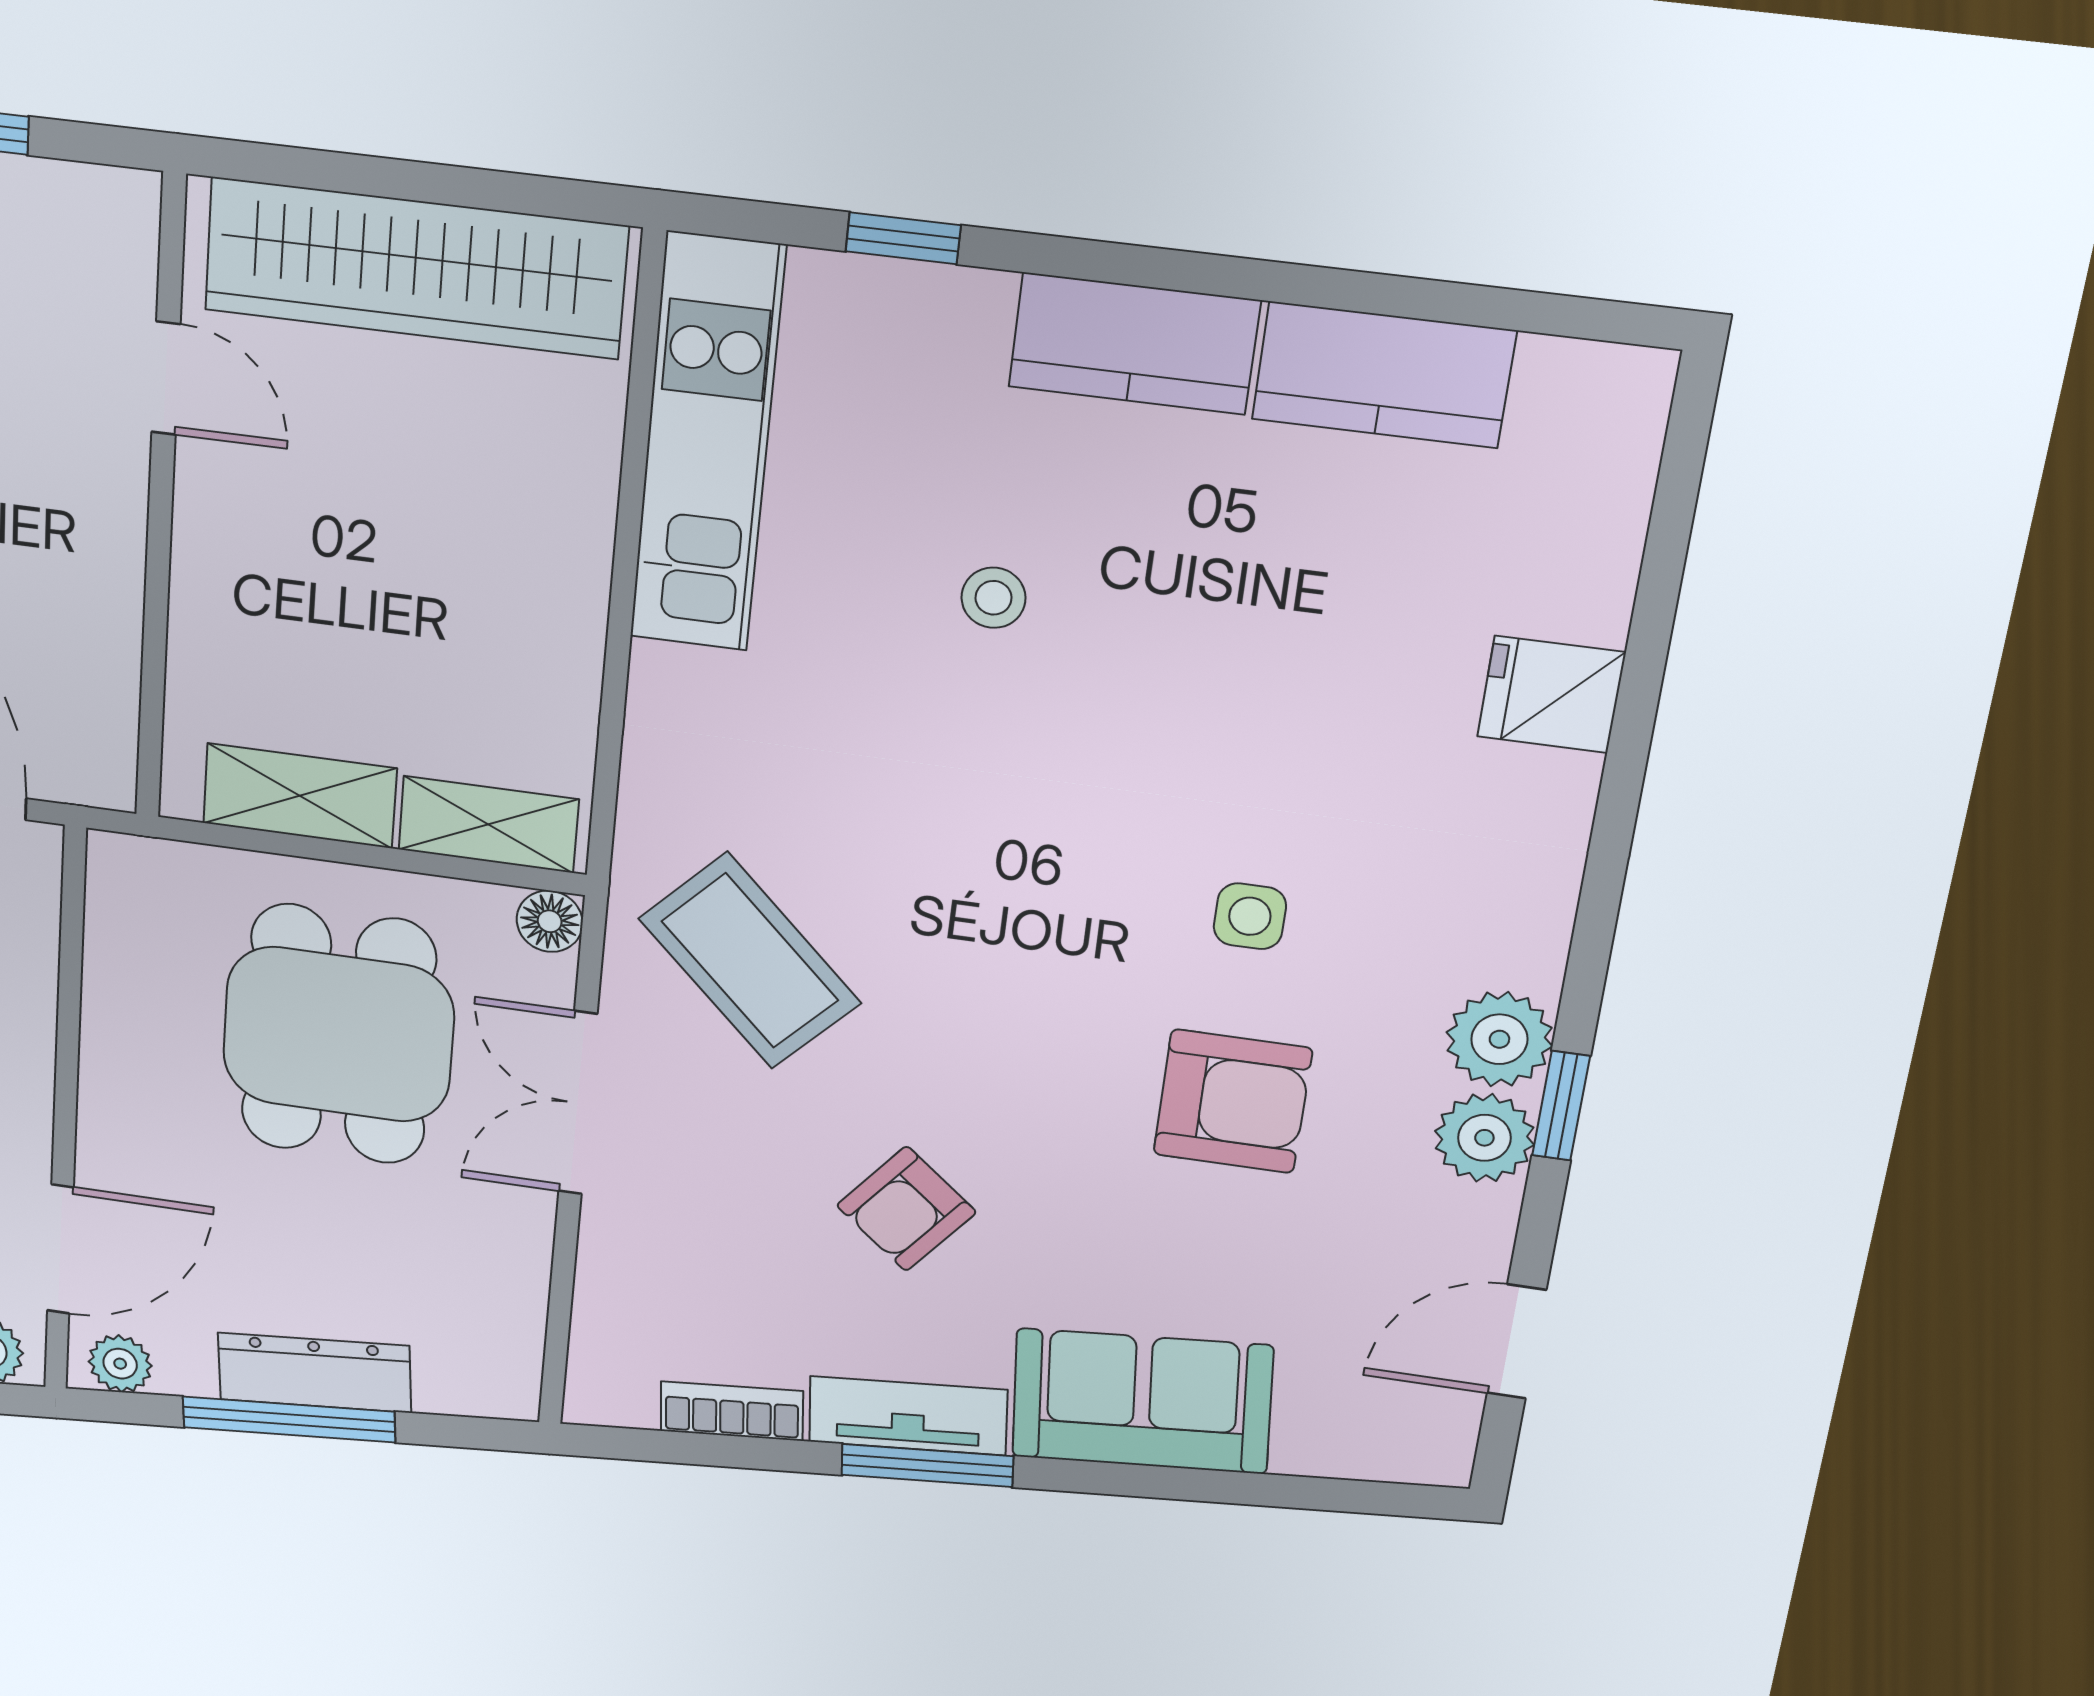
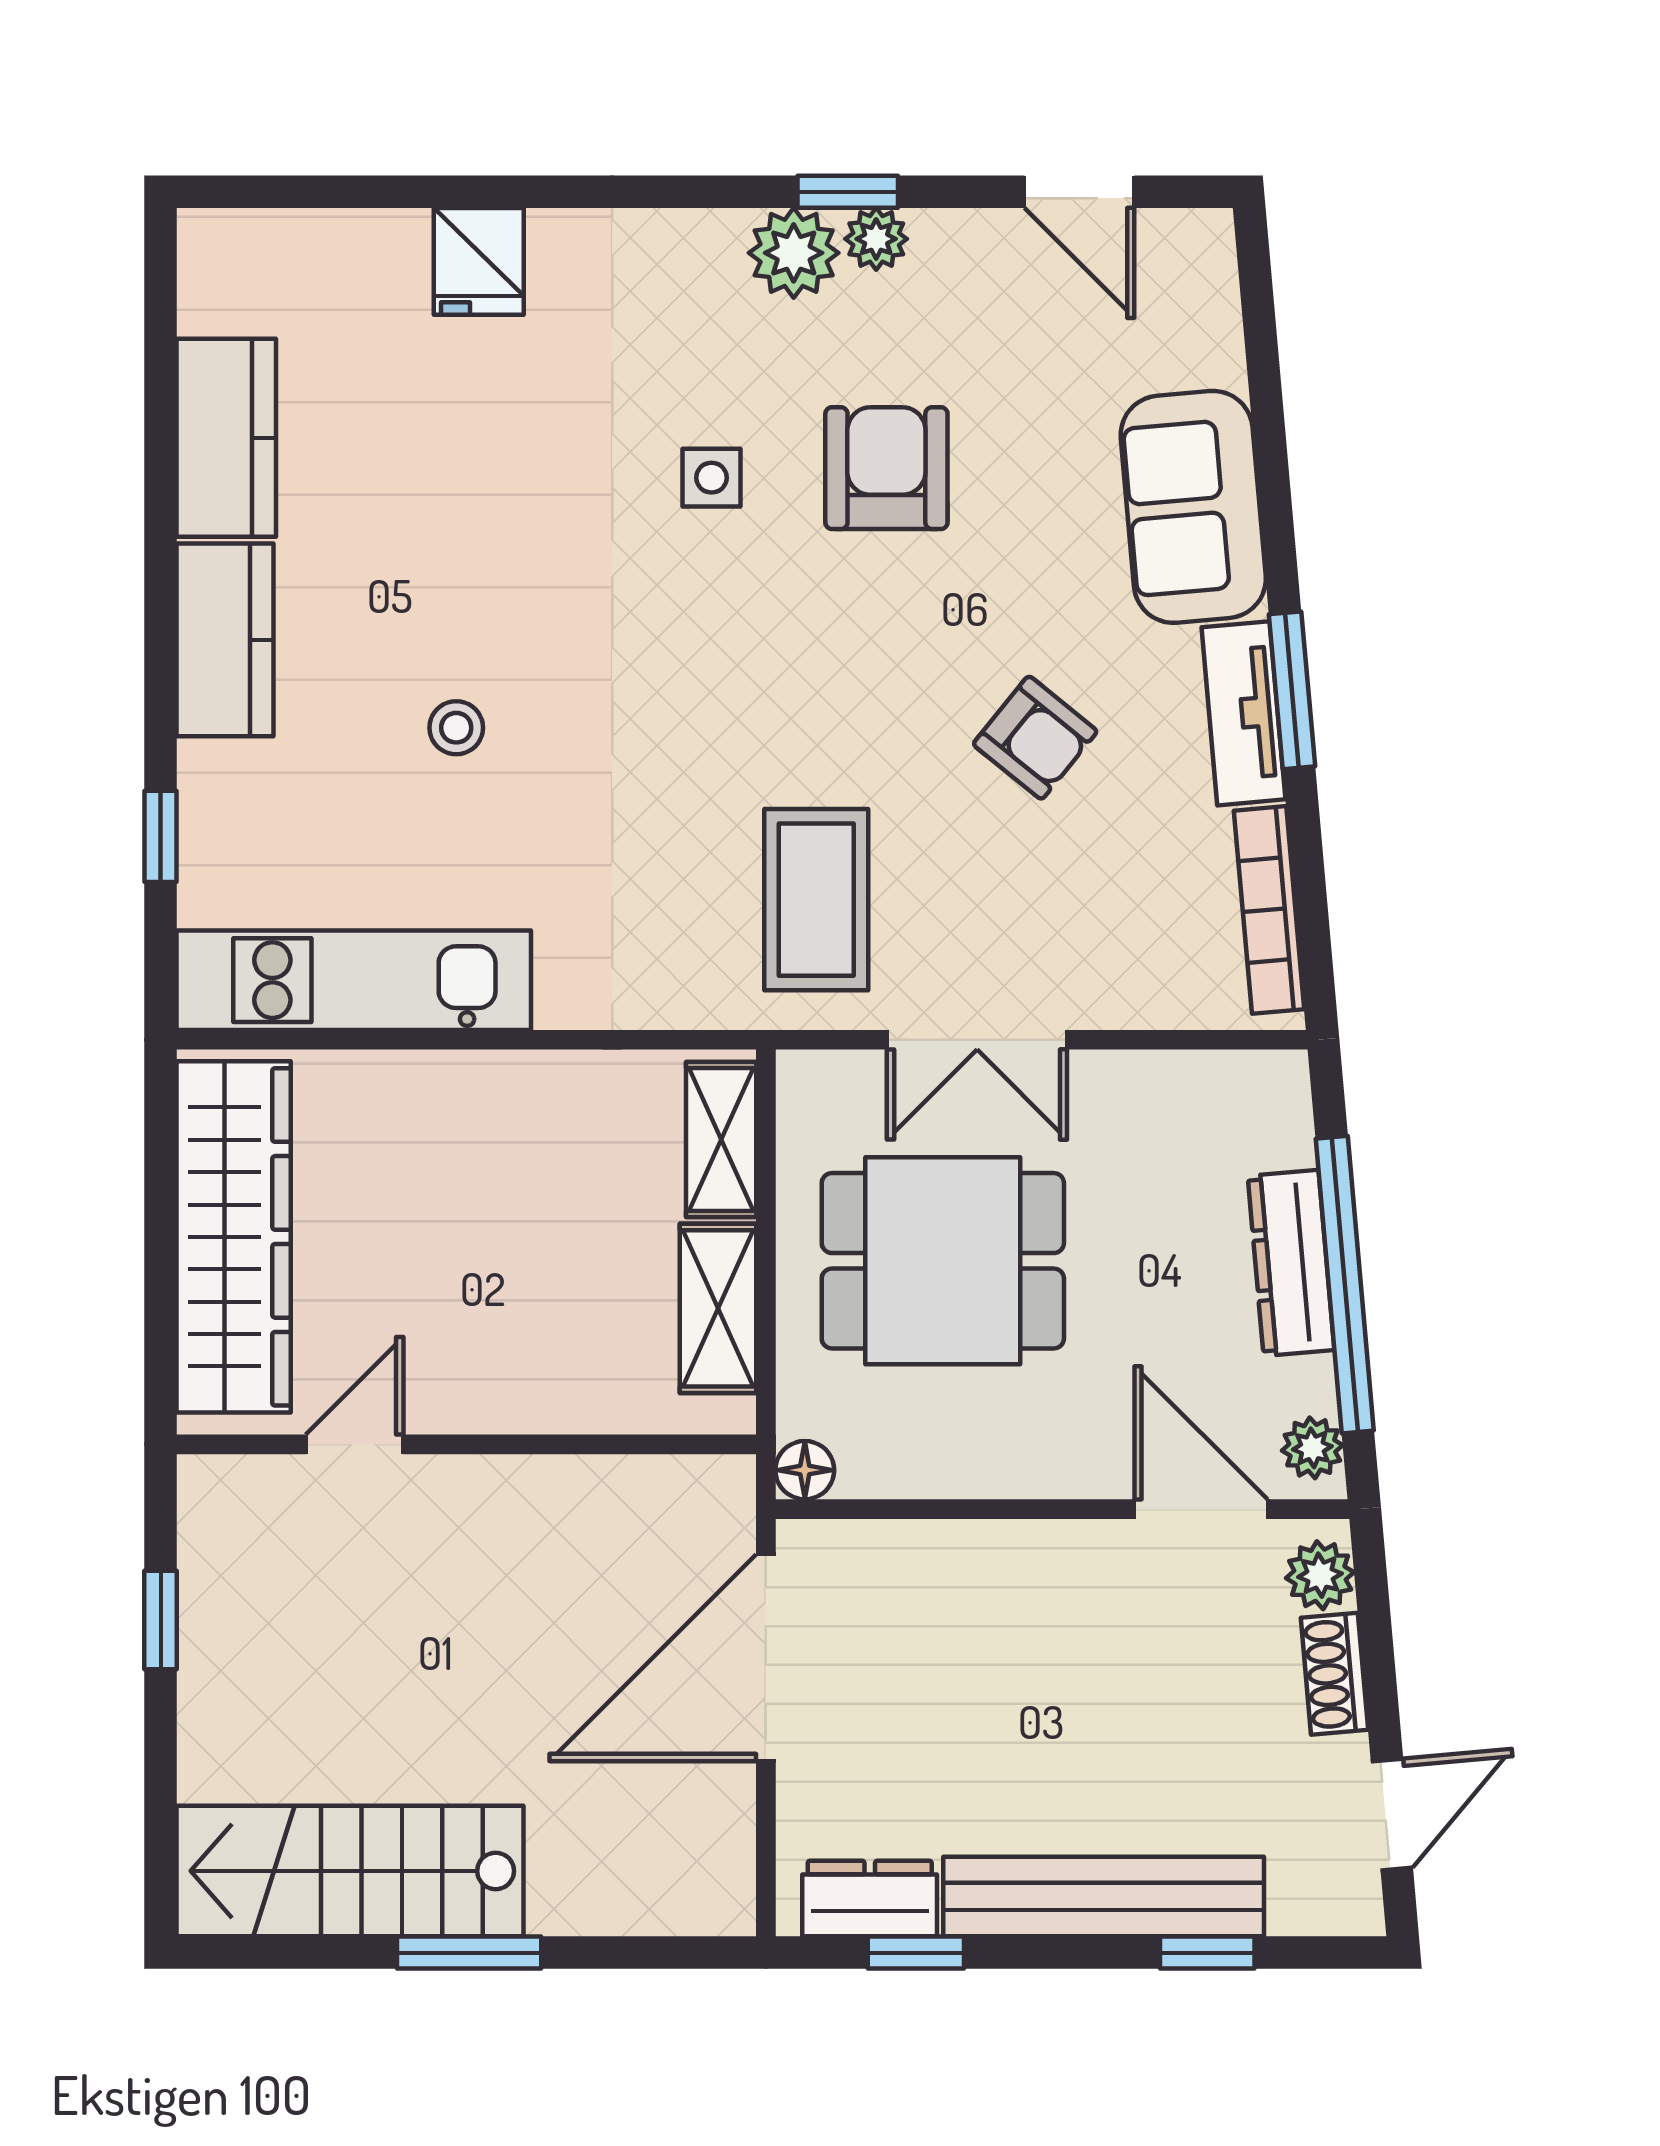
floor lamp: (550, 921) -> (805, 1470), moved
coffee table: (750, 961) -> (816, 900), turned -44
plant: (1484, 1138) -> (876, 239), width x0.73, depth x0.73
bookcase: (732, 1411) -> (1269, 910), width x1.56
window: (289, 1419) -> (1345, 1285), width x1.46

